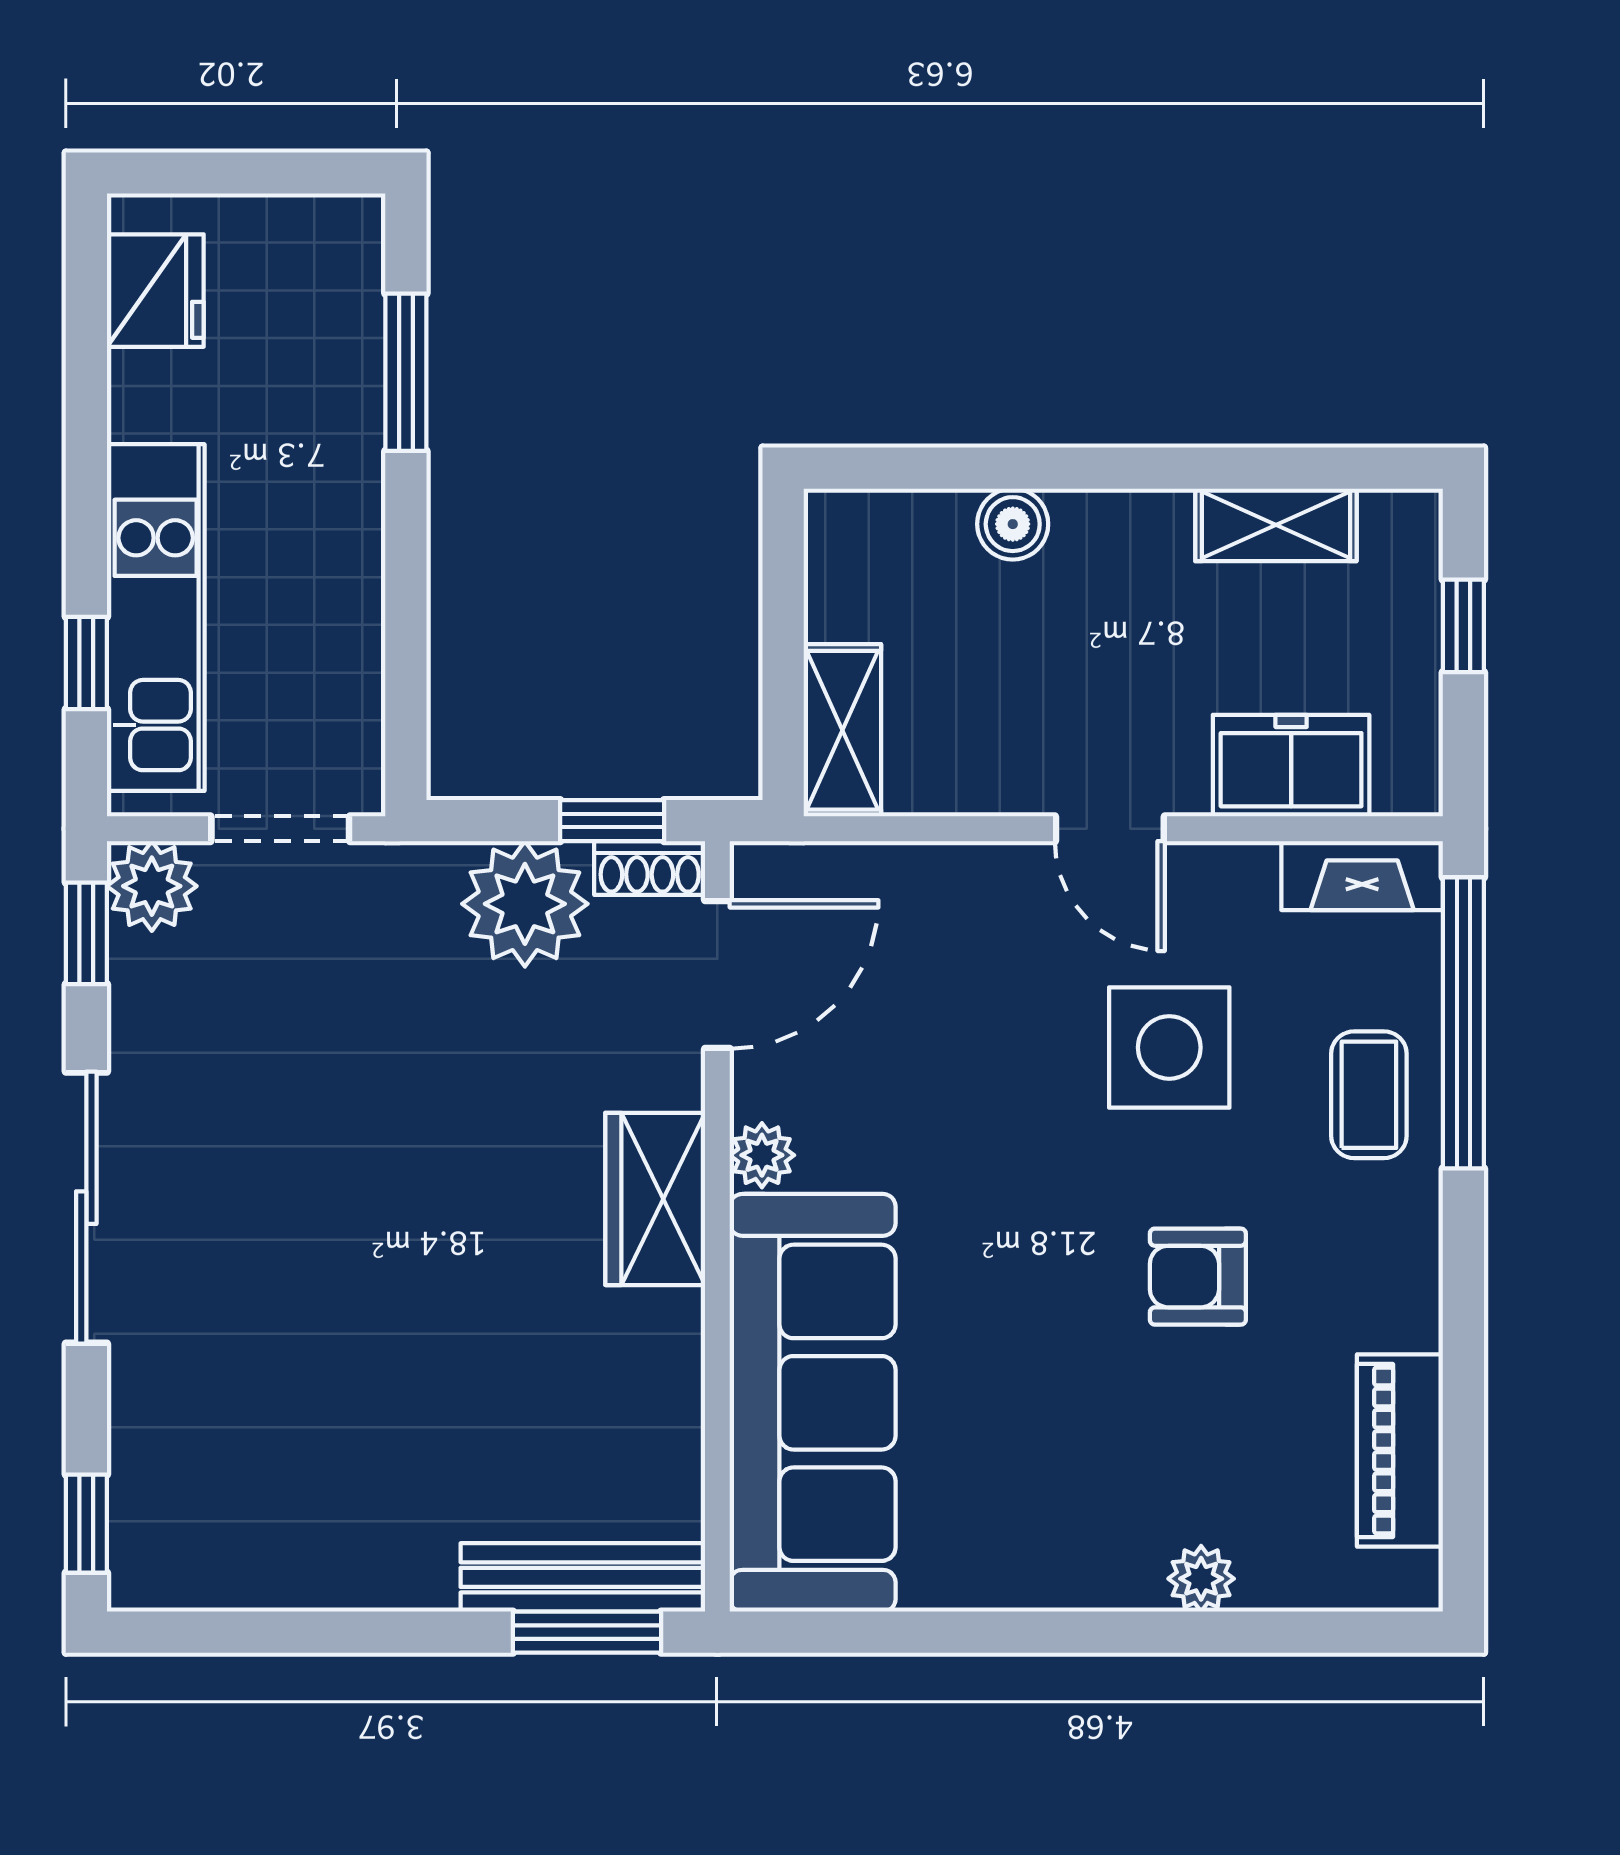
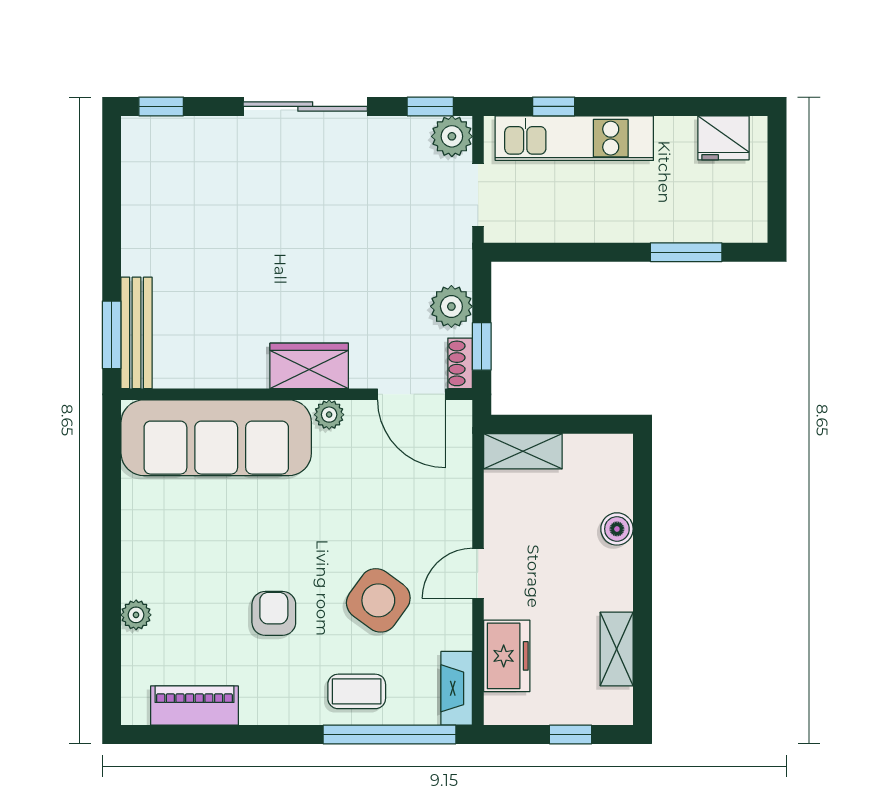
plant: (525, 904) -> (451, 306), width x0.73, depth x0.73
side table: (1169, 1047) -> (378, 600), turned 36

